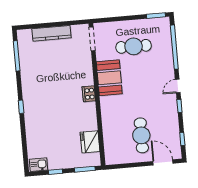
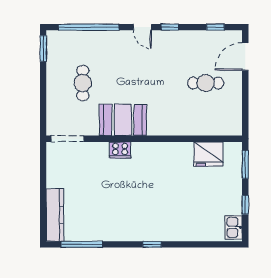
kitchen counter: (51, 33) -> (55, 215), moved
cafe table: (134, 46) -> (83, 83), width x0.73, depth x0.74
cooker: (89, 94) -> (120, 150), moved
cafe table: (141, 135) -> (206, 83), width x0.73, depth x0.74

